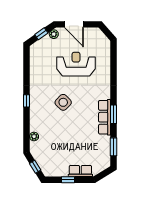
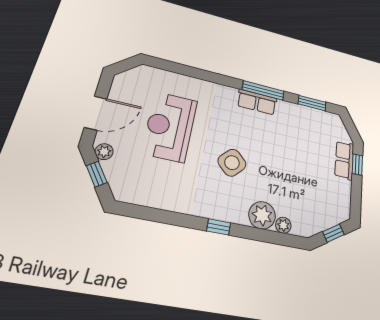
window: (113, 114) -> (263, 90), width x1.44
row of seats: (104, 117) -> (257, 102), width x0.68
plant: (37, 124) -> (262, 215), added
window: (68, 180) -> (357, 165), moved

